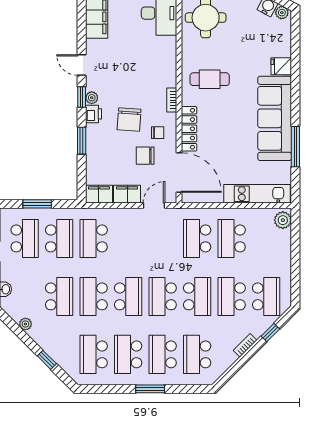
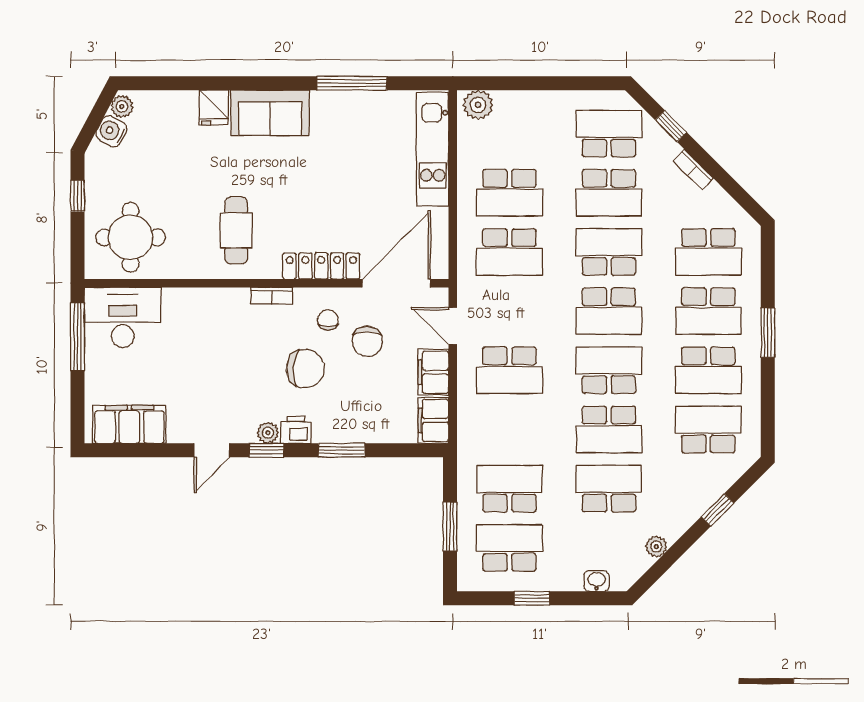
sofa: (275, 118) -> (270, 113), width x0.54, depth x0.79
school desk: (94, 238) -> (509, 370), moved
school desk: (94, 354) -> (708, 429), turned 180

